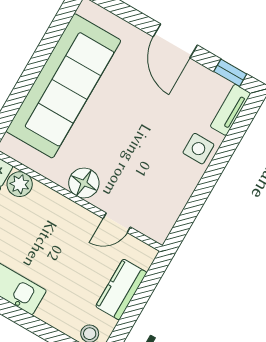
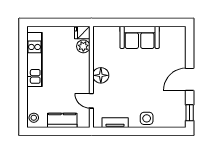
sofa: (63, 86) -> (140, 37), width x0.54, depth x0.79
tv unit: (230, 110) -> (115, 123), moved

